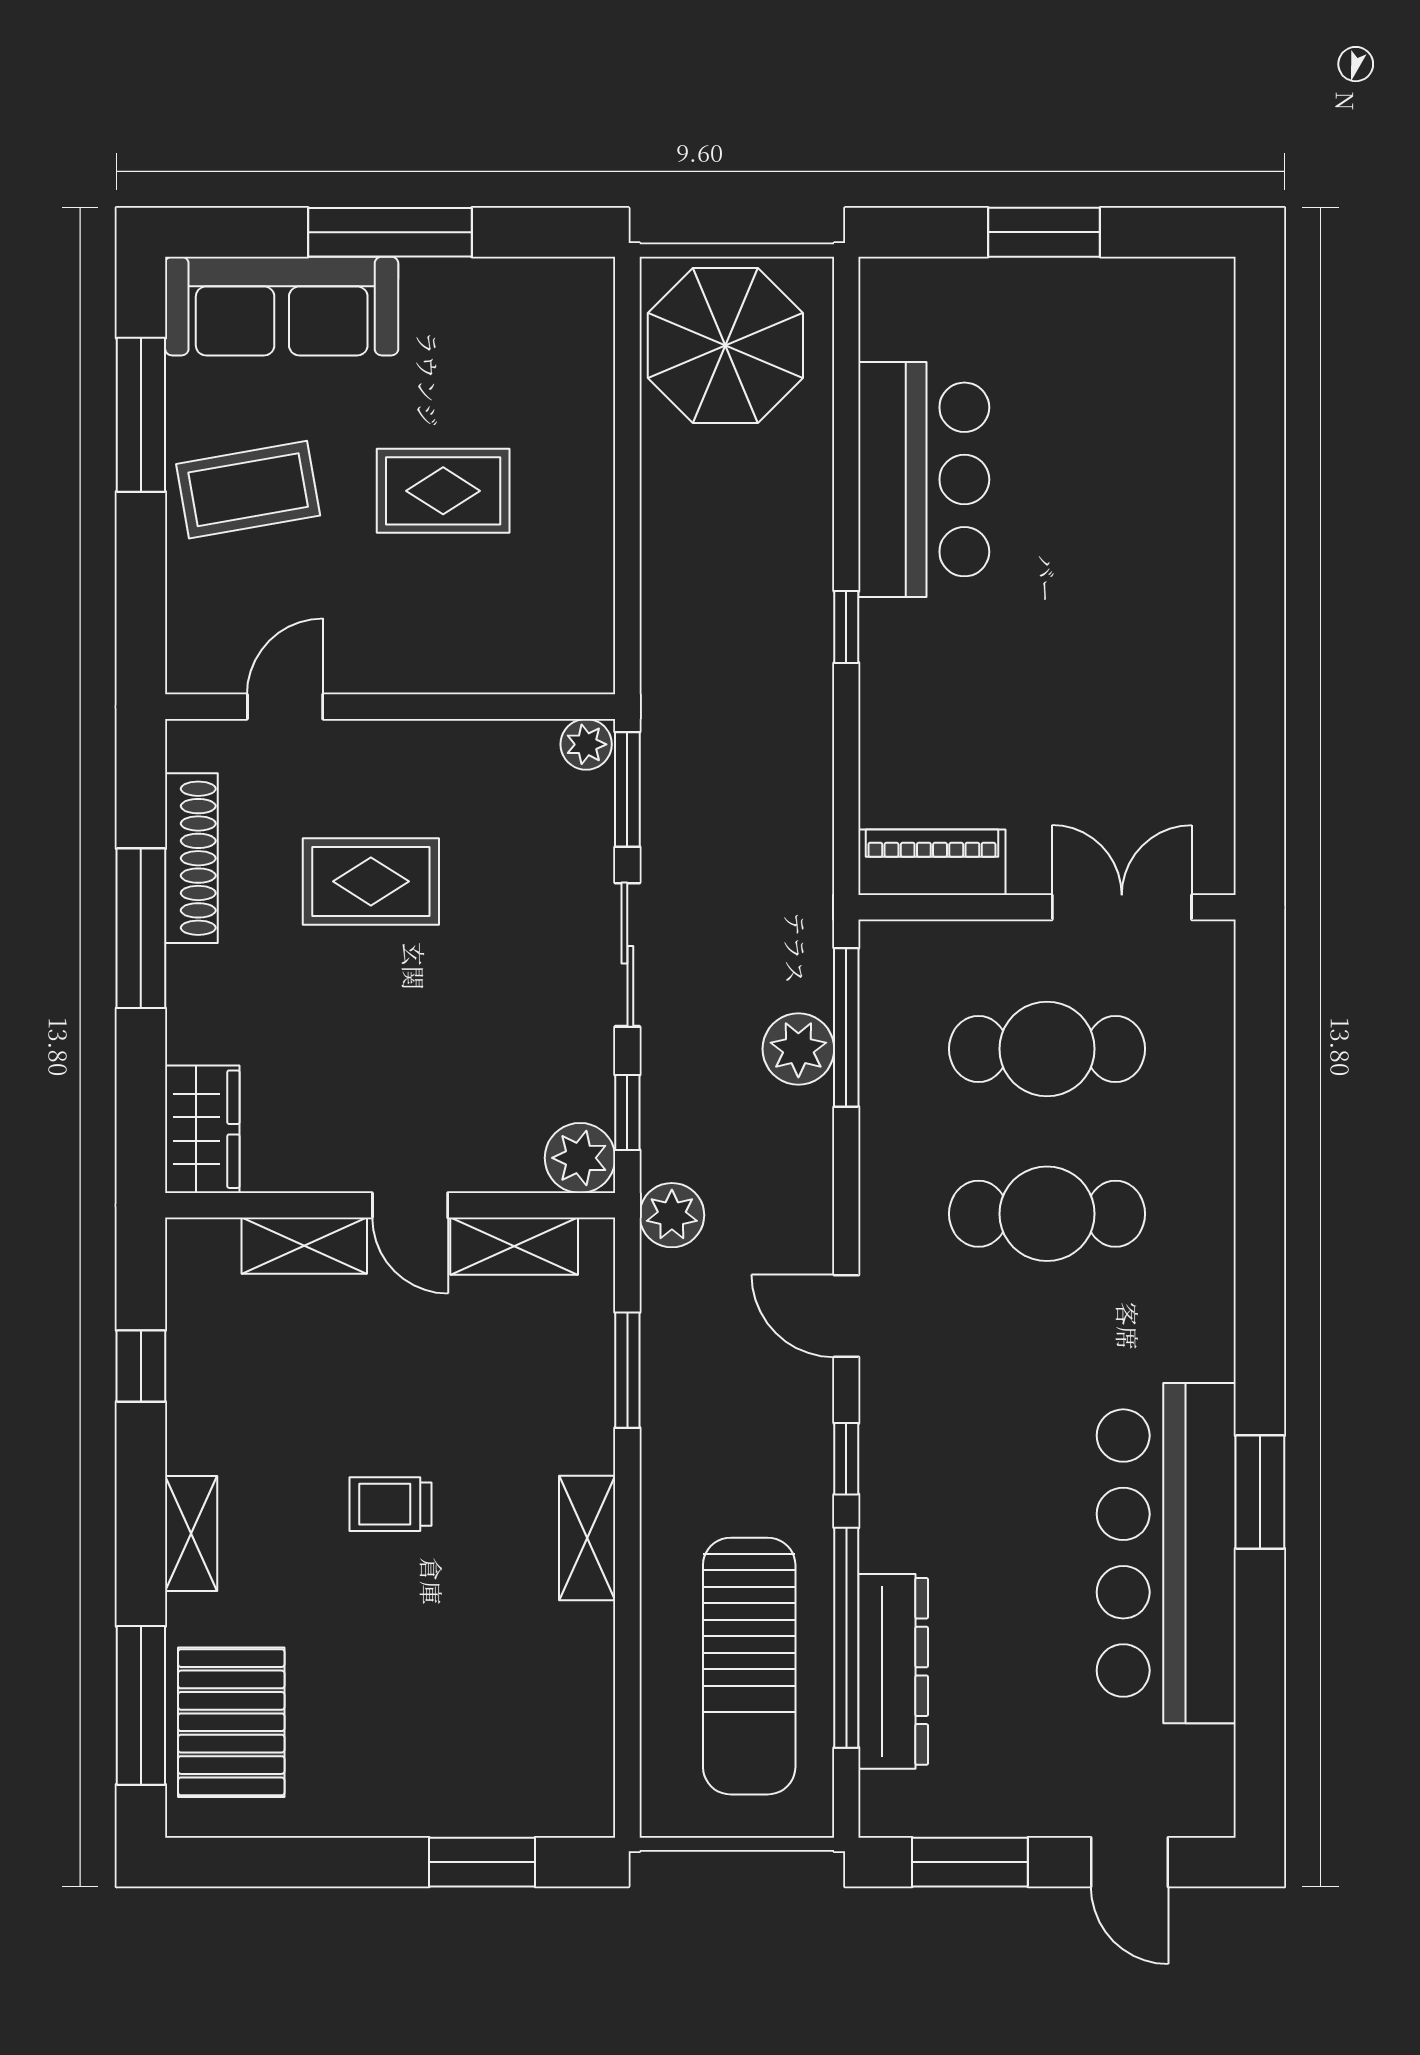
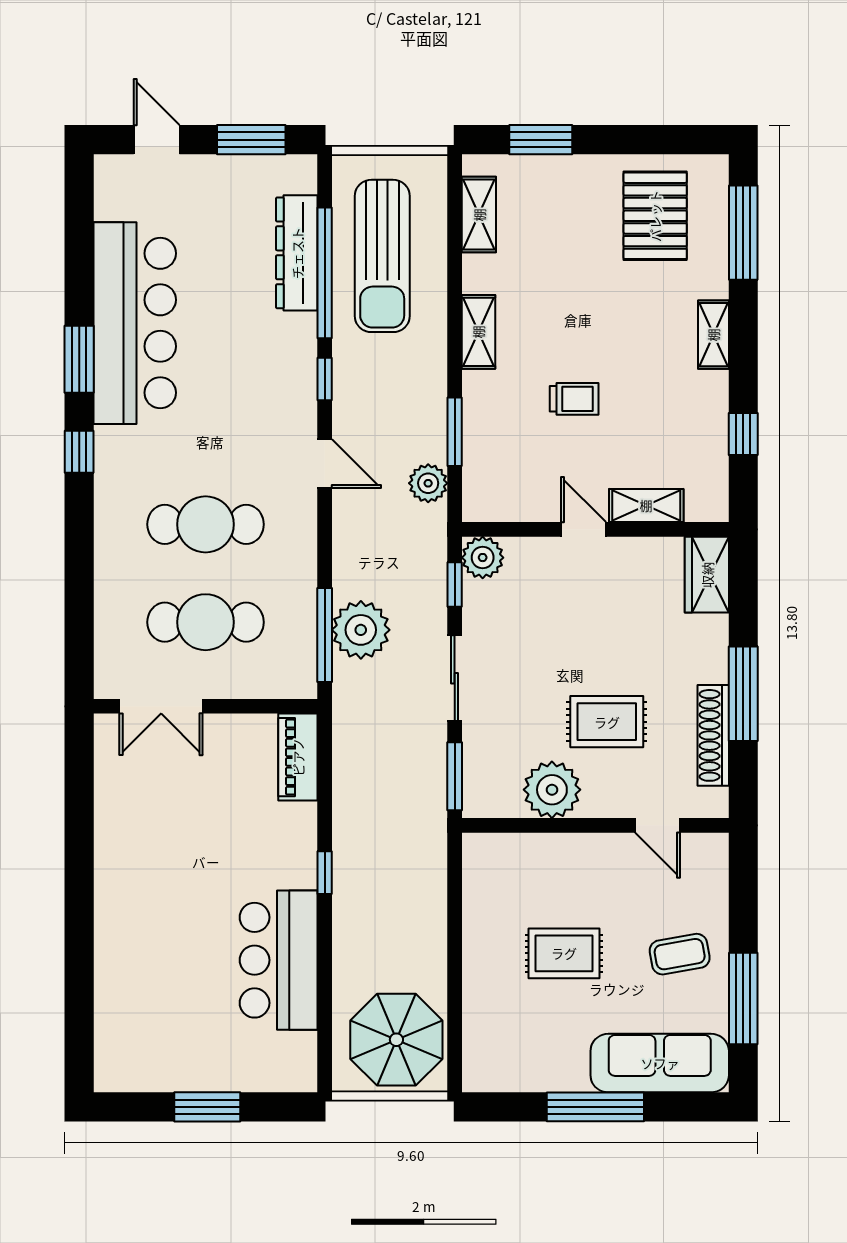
coffee table: (248, 490) -> (680, 954), width x0.73, depth x0.77
door: (285, 707) -> (658, 825), hinge flipped
plant: (586, 744) -> (552, 790), moved, width x1.87, depth x1.87
piano: (932, 862) -> (298, 757), moved, turned 90
plant: (798, 1049) -> (361, 630), width x1.36, depth x1.36
plant: (672, 1215) -> (428, 483), moved
shelving: (514, 1246) -> (479, 215), moved, turned 90
window: (1260, 1336) -> (79, 452), added
trolley: (391, 1504) -> (574, 399), moved
sun lounger: (749, 1666) -> (382, 256), turned 180
pallet: (231, 1722) -> (655, 216), moved

